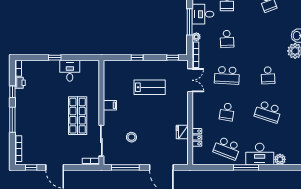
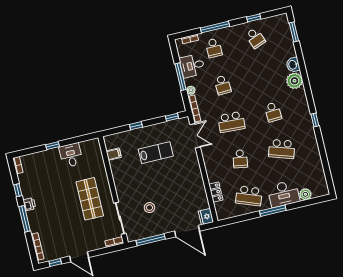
printer: (20, 83) -> (29, 204), moved
filing cabinet: (110, 105) -> (114, 154), moved
fridge: (182, 132) -> (206, 217), moved

